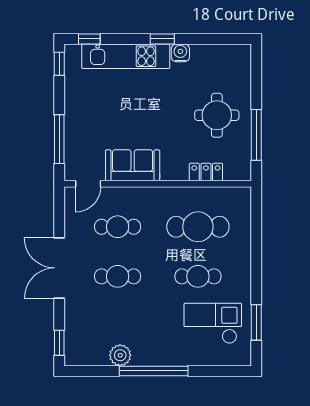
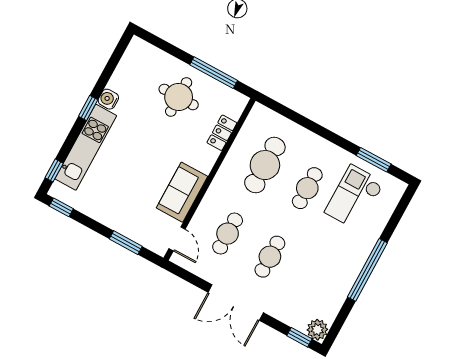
window: (59, 139) -> (126, 243), width x0.69
plant: (120, 355) -> (317, 330), moved

